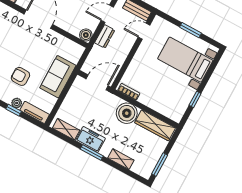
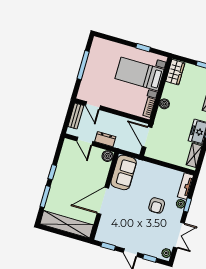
window: (190, 30) -> (83, 65), width x1.44
bed with nightstands: (185, 60) -> (139, 74), moved, turned 90
sofa: (58, 77) -> (124, 172), moved, turned -90
boiler: (127, 113) -> (164, 104), width x0.54, depth x0.54
wardrobe: (155, 125) -> (175, 72), width x0.67

